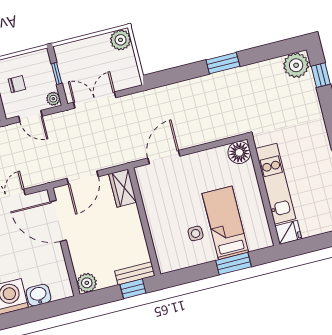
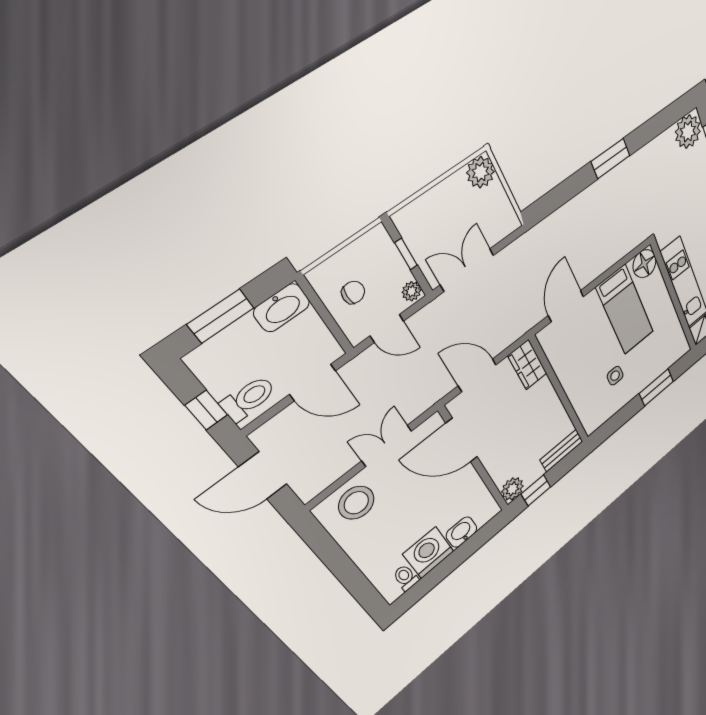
door: (83, 178) -> (477, 375), swing flipped
bed: (225, 223) -> (625, 310), moved, turned 180
window: (133, 289) -> (536, 490), moved

